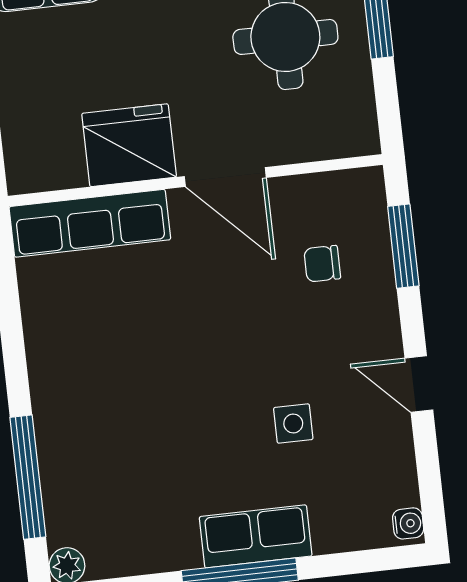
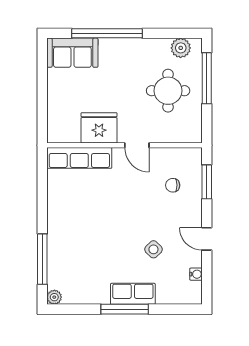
door: (225, 177) -> (137, 145), width x0.73
side table: (293, 424) -> (153, 249), turned 45
water cooler: (408, 523) -> (196, 274), moved

